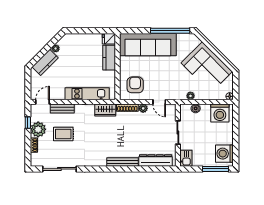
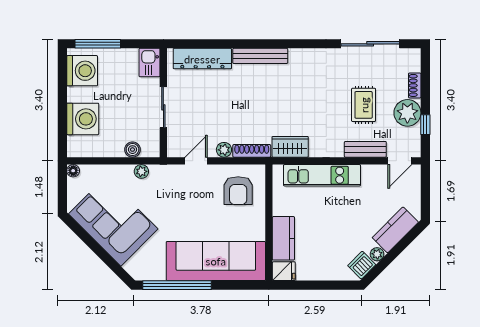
dishwasher: (64, 42) -> (362, 265), added
door: (159, 102) -> (196, 161), hinge flipped
washing machine: (220, 113) -> (83, 119), moved, turned 90
rug: (63, 134) -> (364, 105), turned 90

